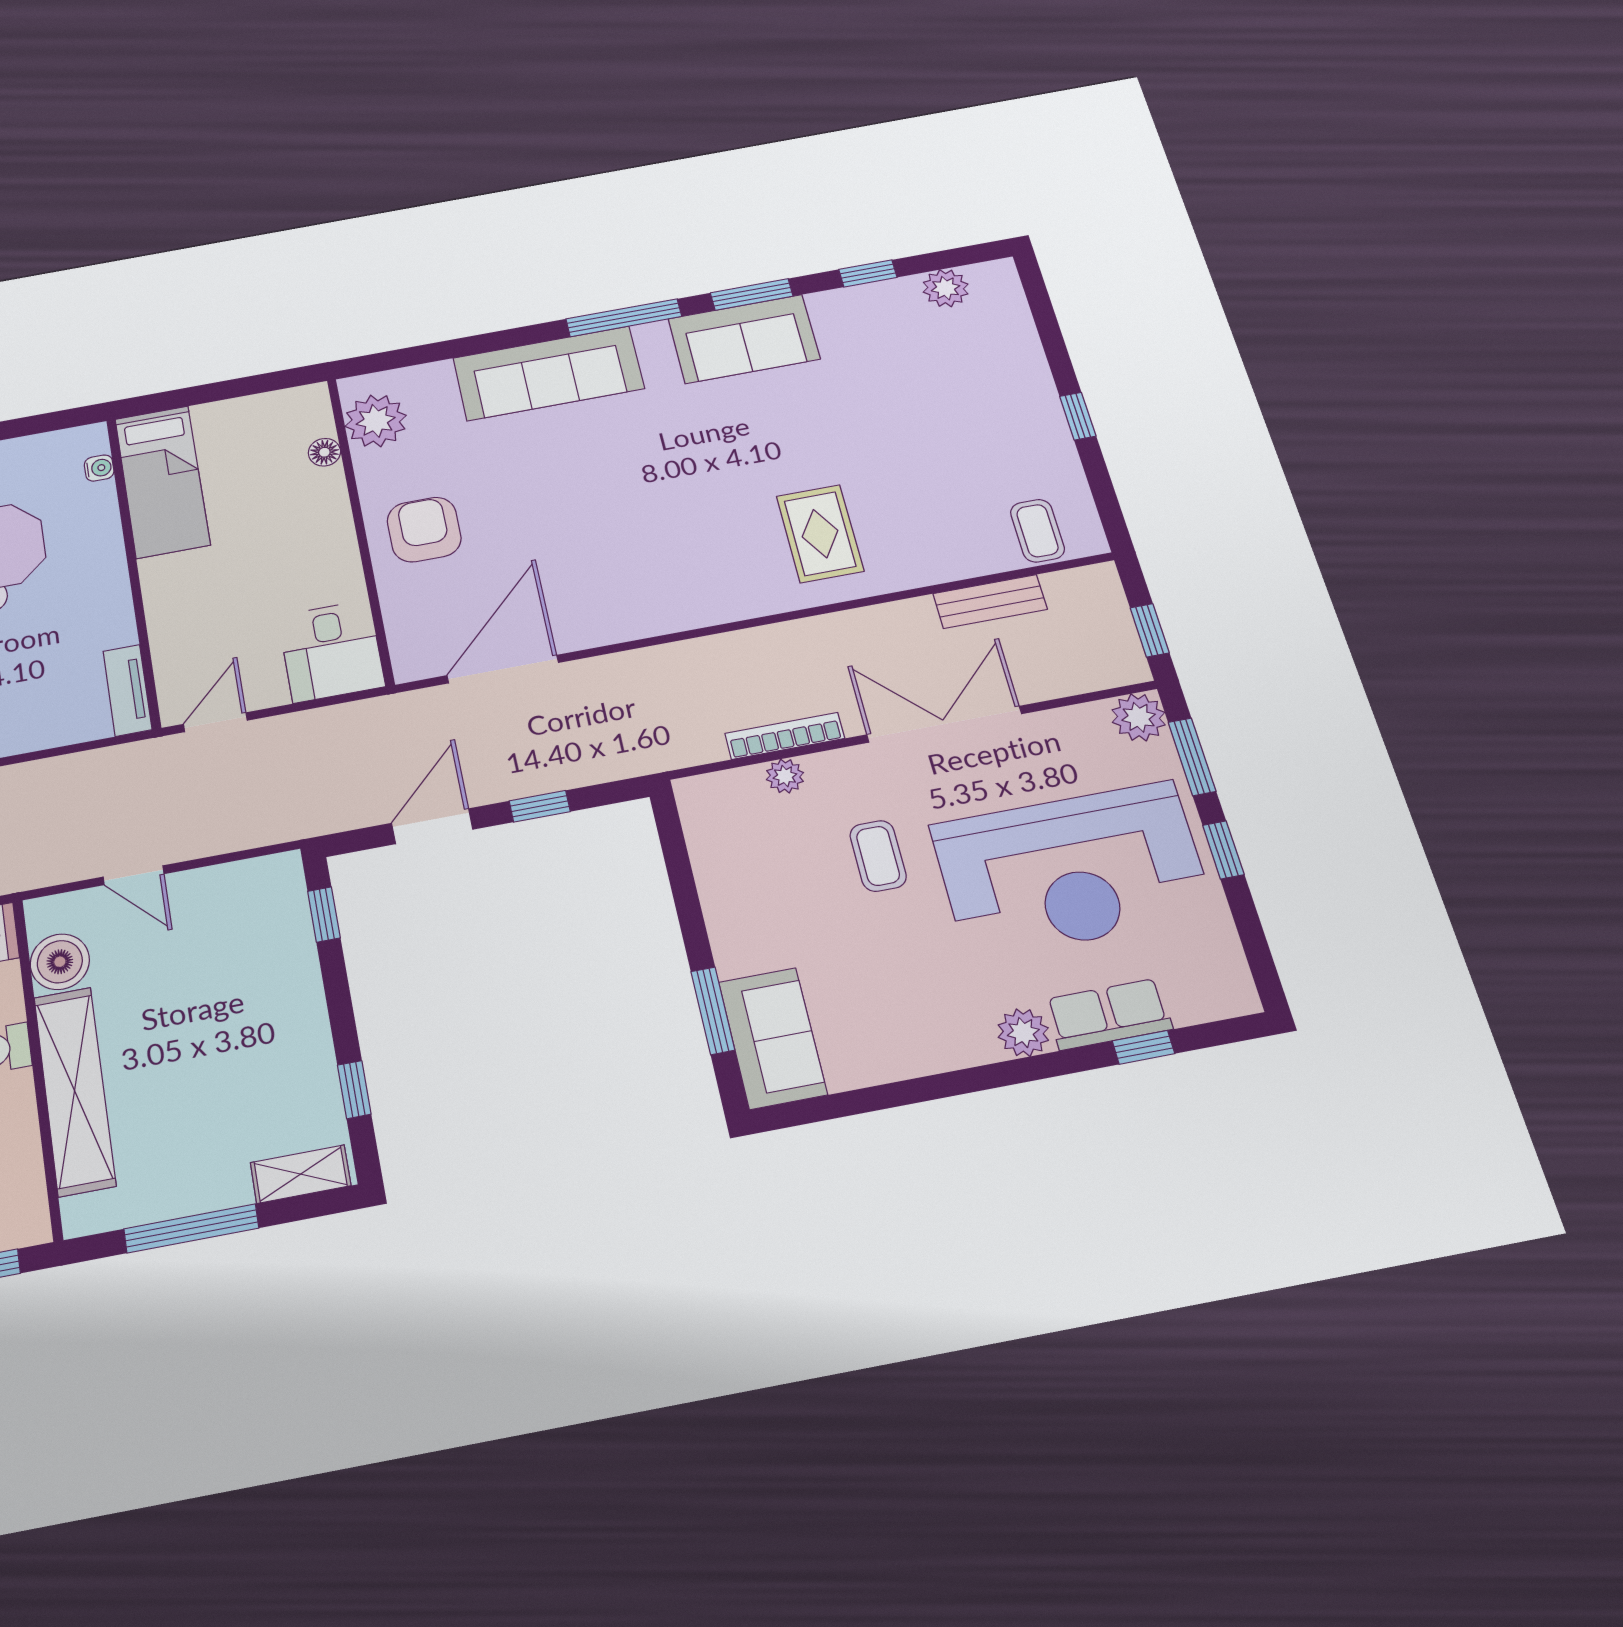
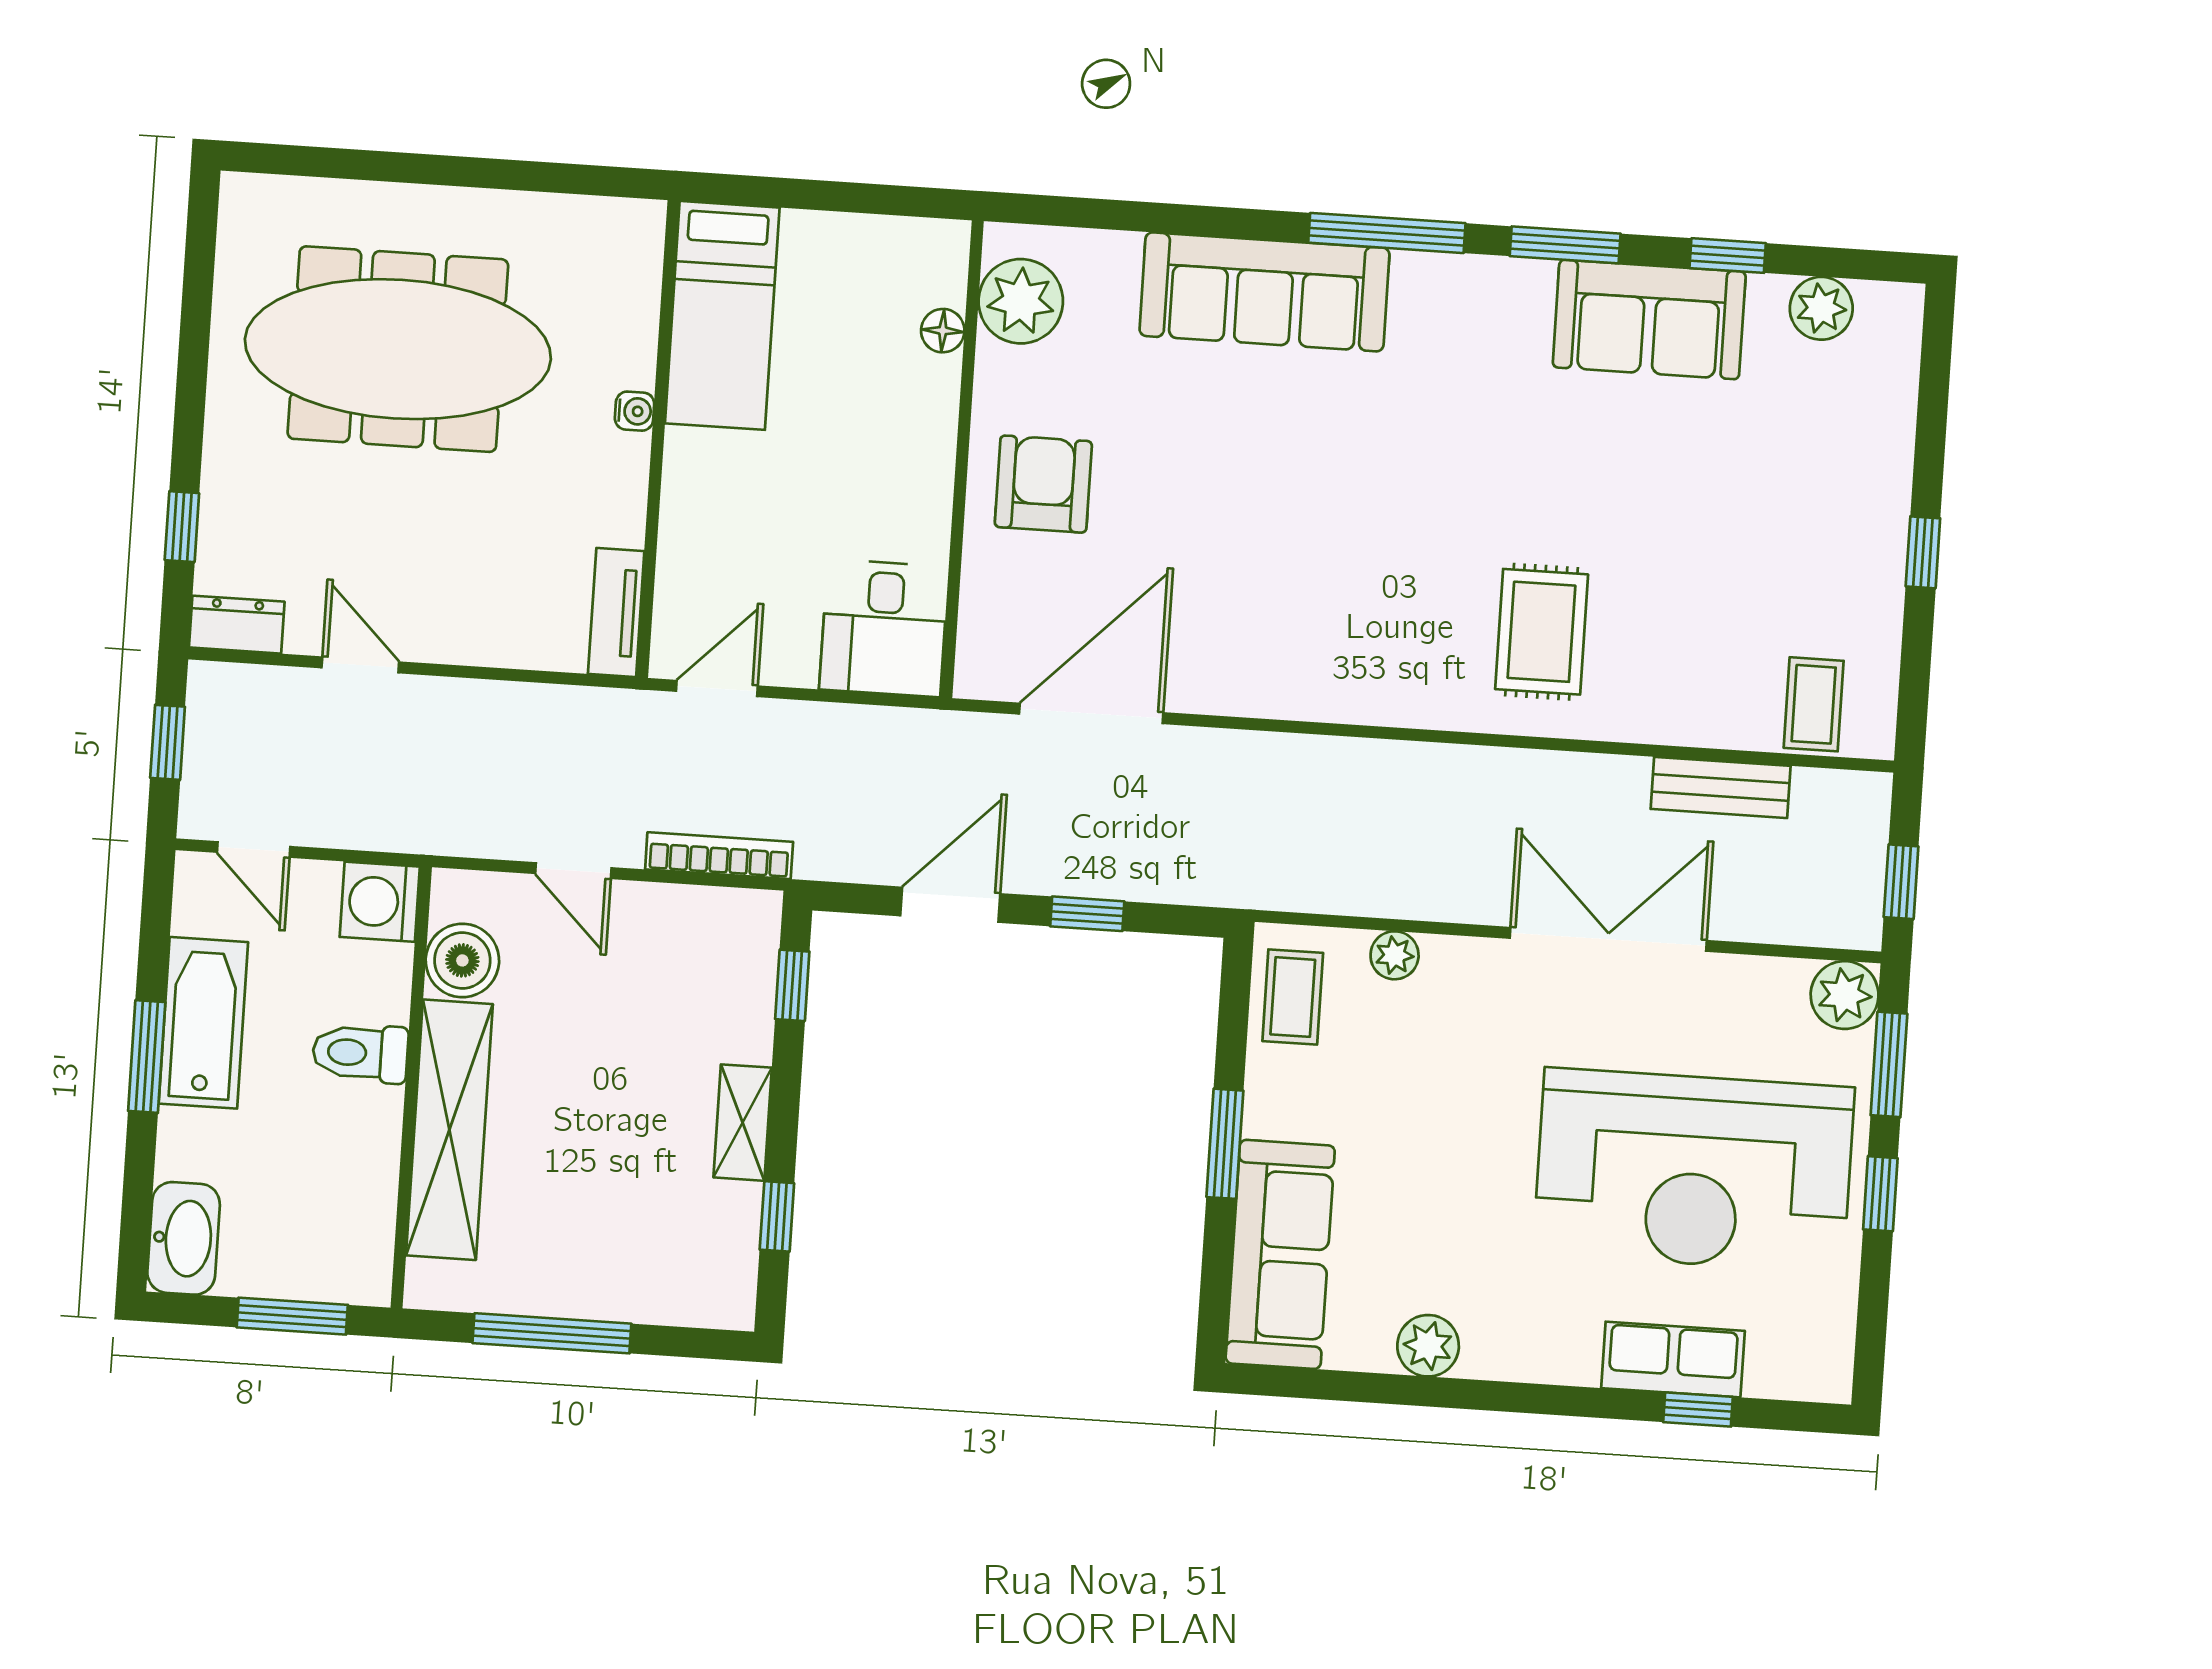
sofa: (744, 339) -> (1649, 319), moved
water cooler: (99, 468) -> (635, 411), moved
bookcase: (785, 736) -> (719, 856), moved
coffee table: (878, 856) -> (1293, 997), moved
window: (713, 1011) -> (1225, 1144), moved
plant: (1023, 1033) -> (1428, 1346), moved
sofa: (773, 1038) -> (1280, 1254), width x1.36
shelving: (301, 1174) -> (743, 1123), moved, turned 90

